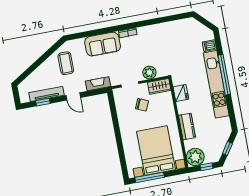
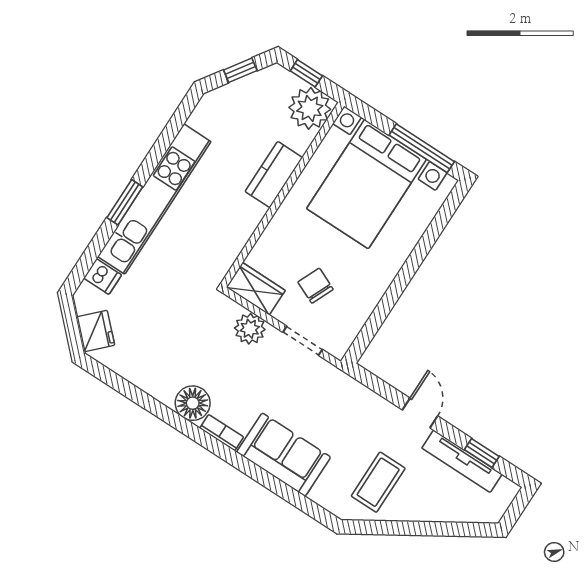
floor lamp: (145, 33) -> (193, 403), added
window: (224, 75) -> (125, 202), width x0.47
fireplace: (98, 84) -> (357, 394), removed
fridge: (181, 93) -> (96, 331), moved, turned 135

